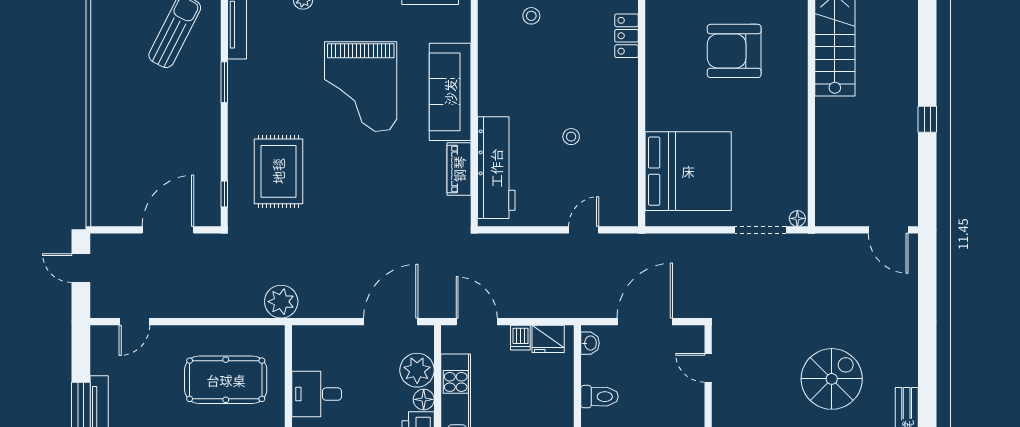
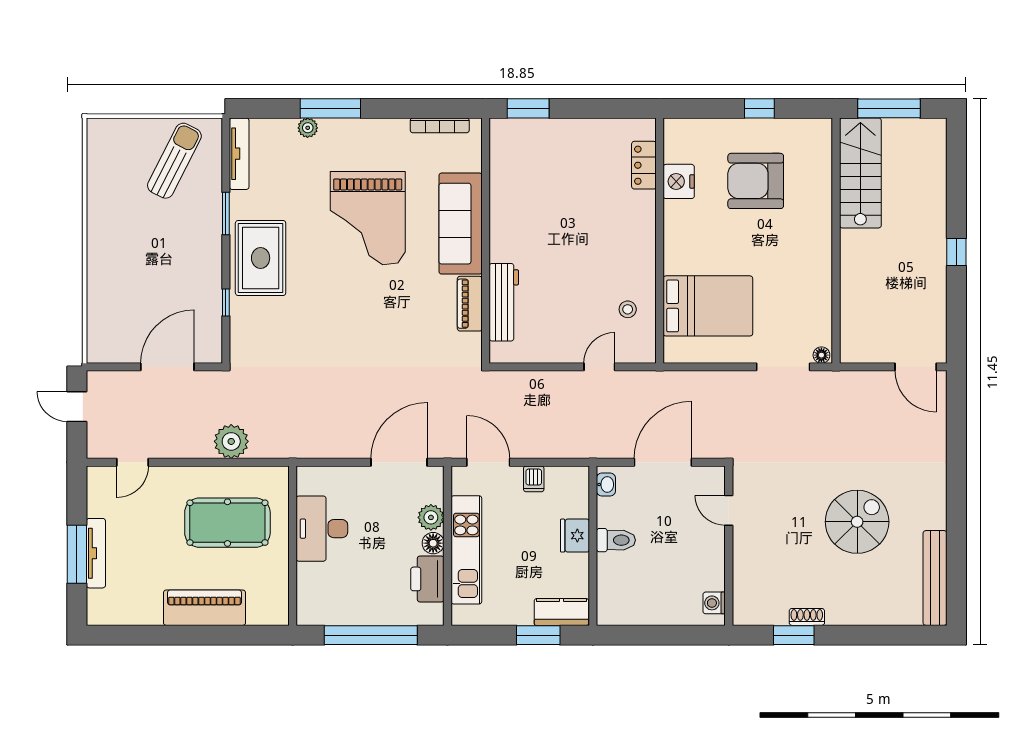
stool: (531, 16) -> (545, 144), removed
nightstand: (660, 51) -> (679, 181), added
stool: (571, 137) -> (628, 309), moved
workbench: (496, 168) -> (504, 302), width x0.73, depth x0.76
rug: (278, 171) -> (261, 258), moved
bed: (688, 171) -> (708, 306), width x0.73
window: (224, 194) -> (226, 302), moved
plant: (281, 302) -> (231, 441), moved
fridge: (548, 339) -> (575, 536), moved, turned 90
plant: (417, 370) -> (431, 517), width x0.73, depth x0.73
desk: (317, 394) -> (322, 529), width x1.37

